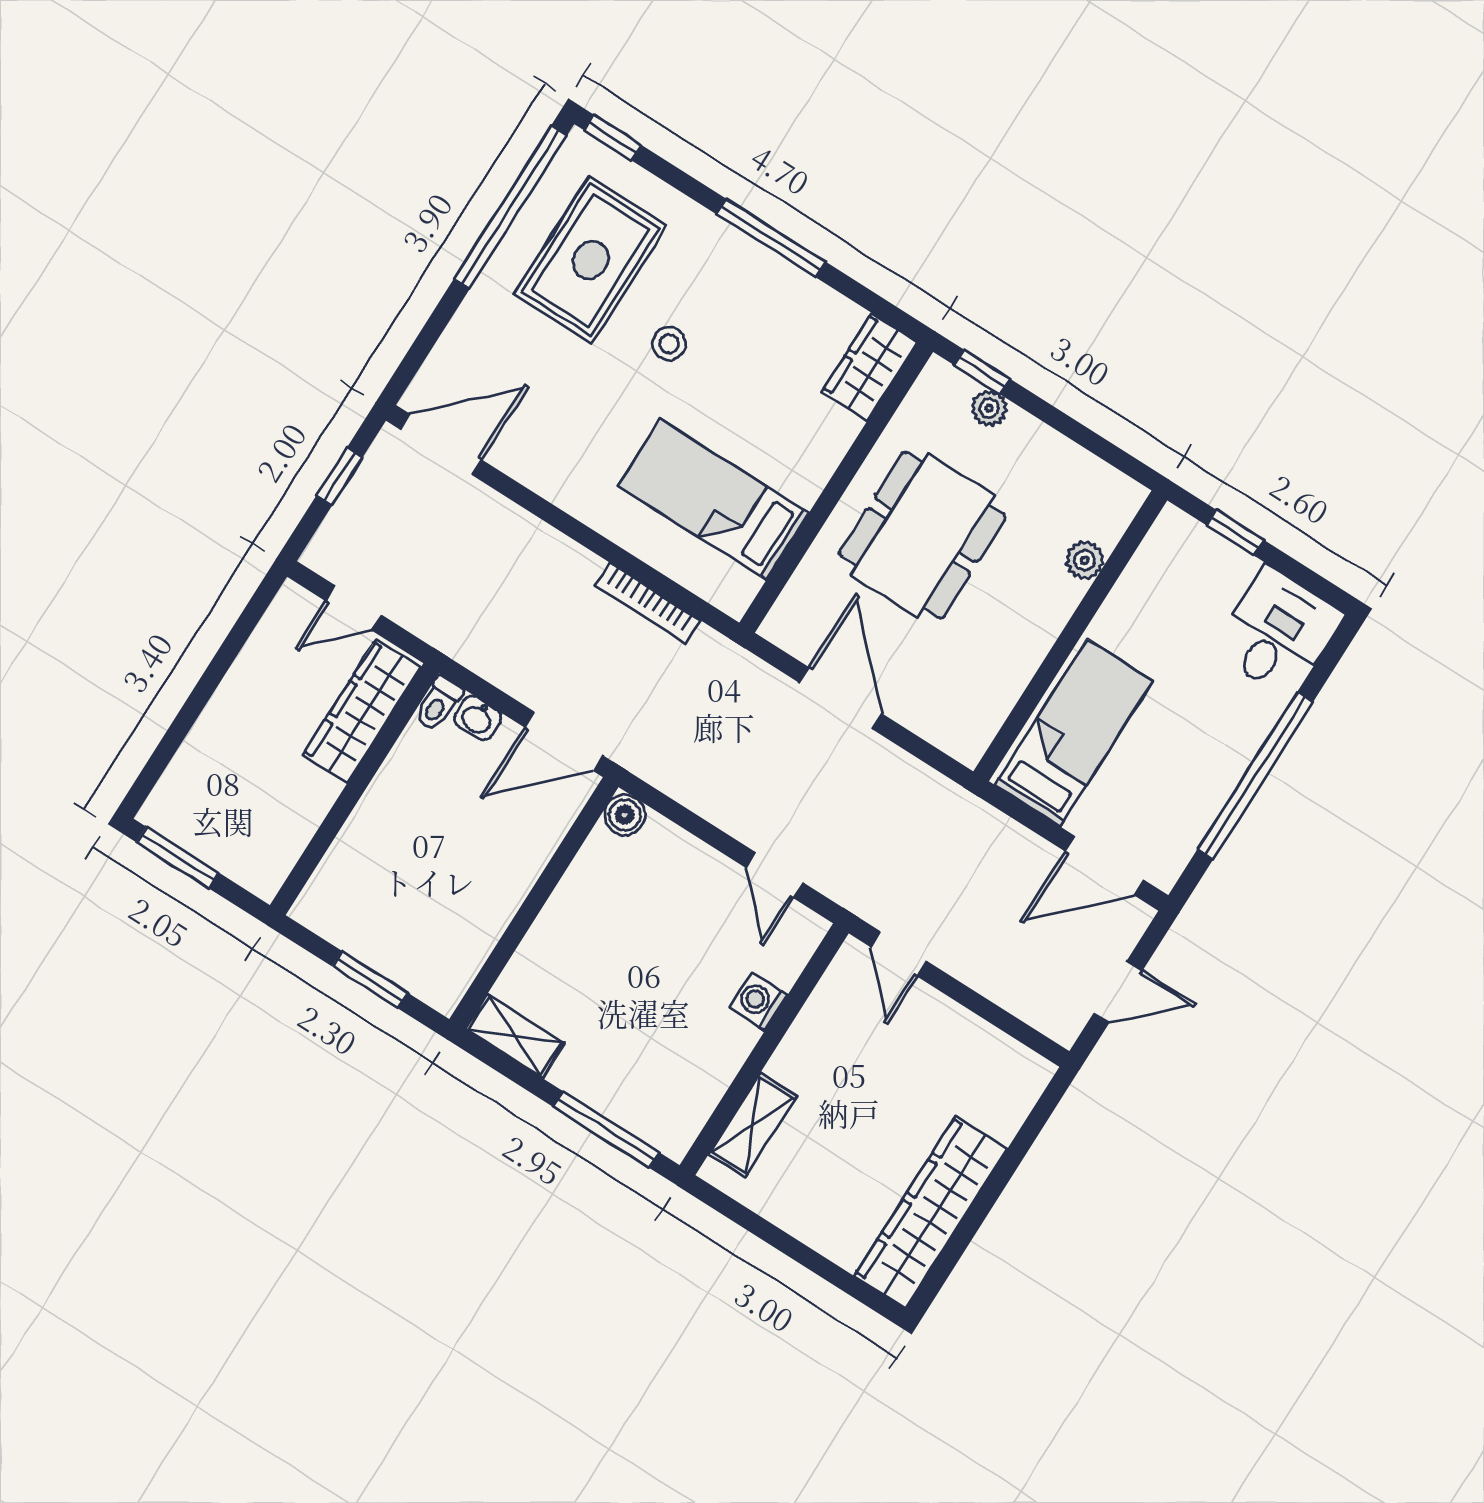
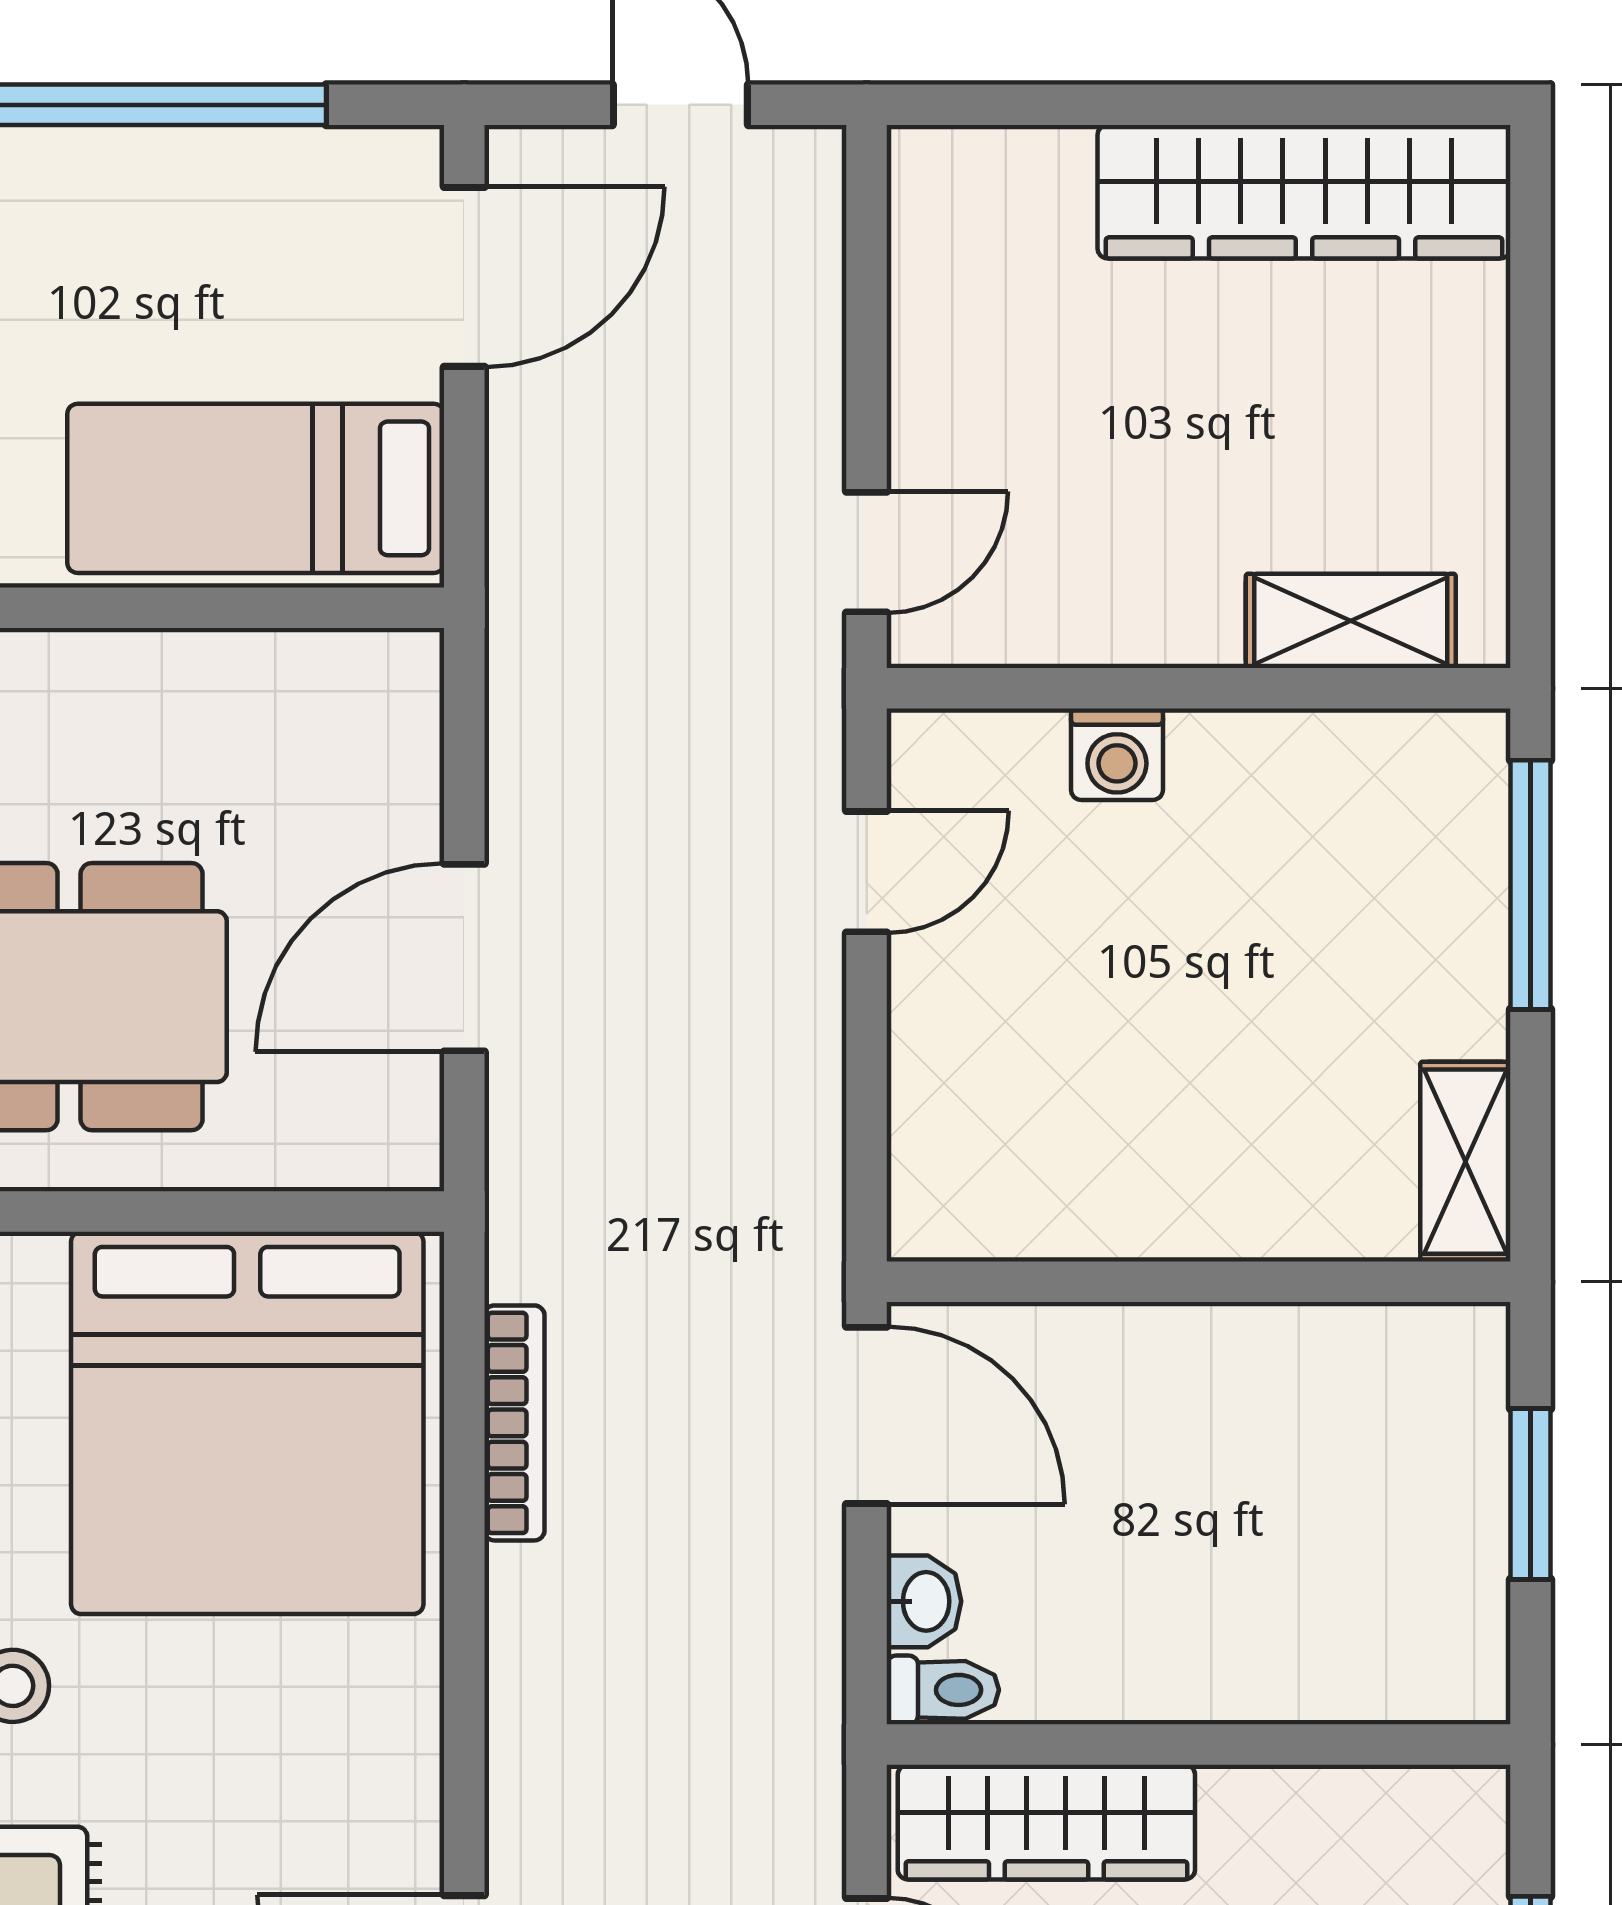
bed: (713, 499) -> (247, 1423), width x2.04
boiler: (625, 815) -> (931, 1218), removed
door: (1104, 866) -> (464, 277), hinge flipped

